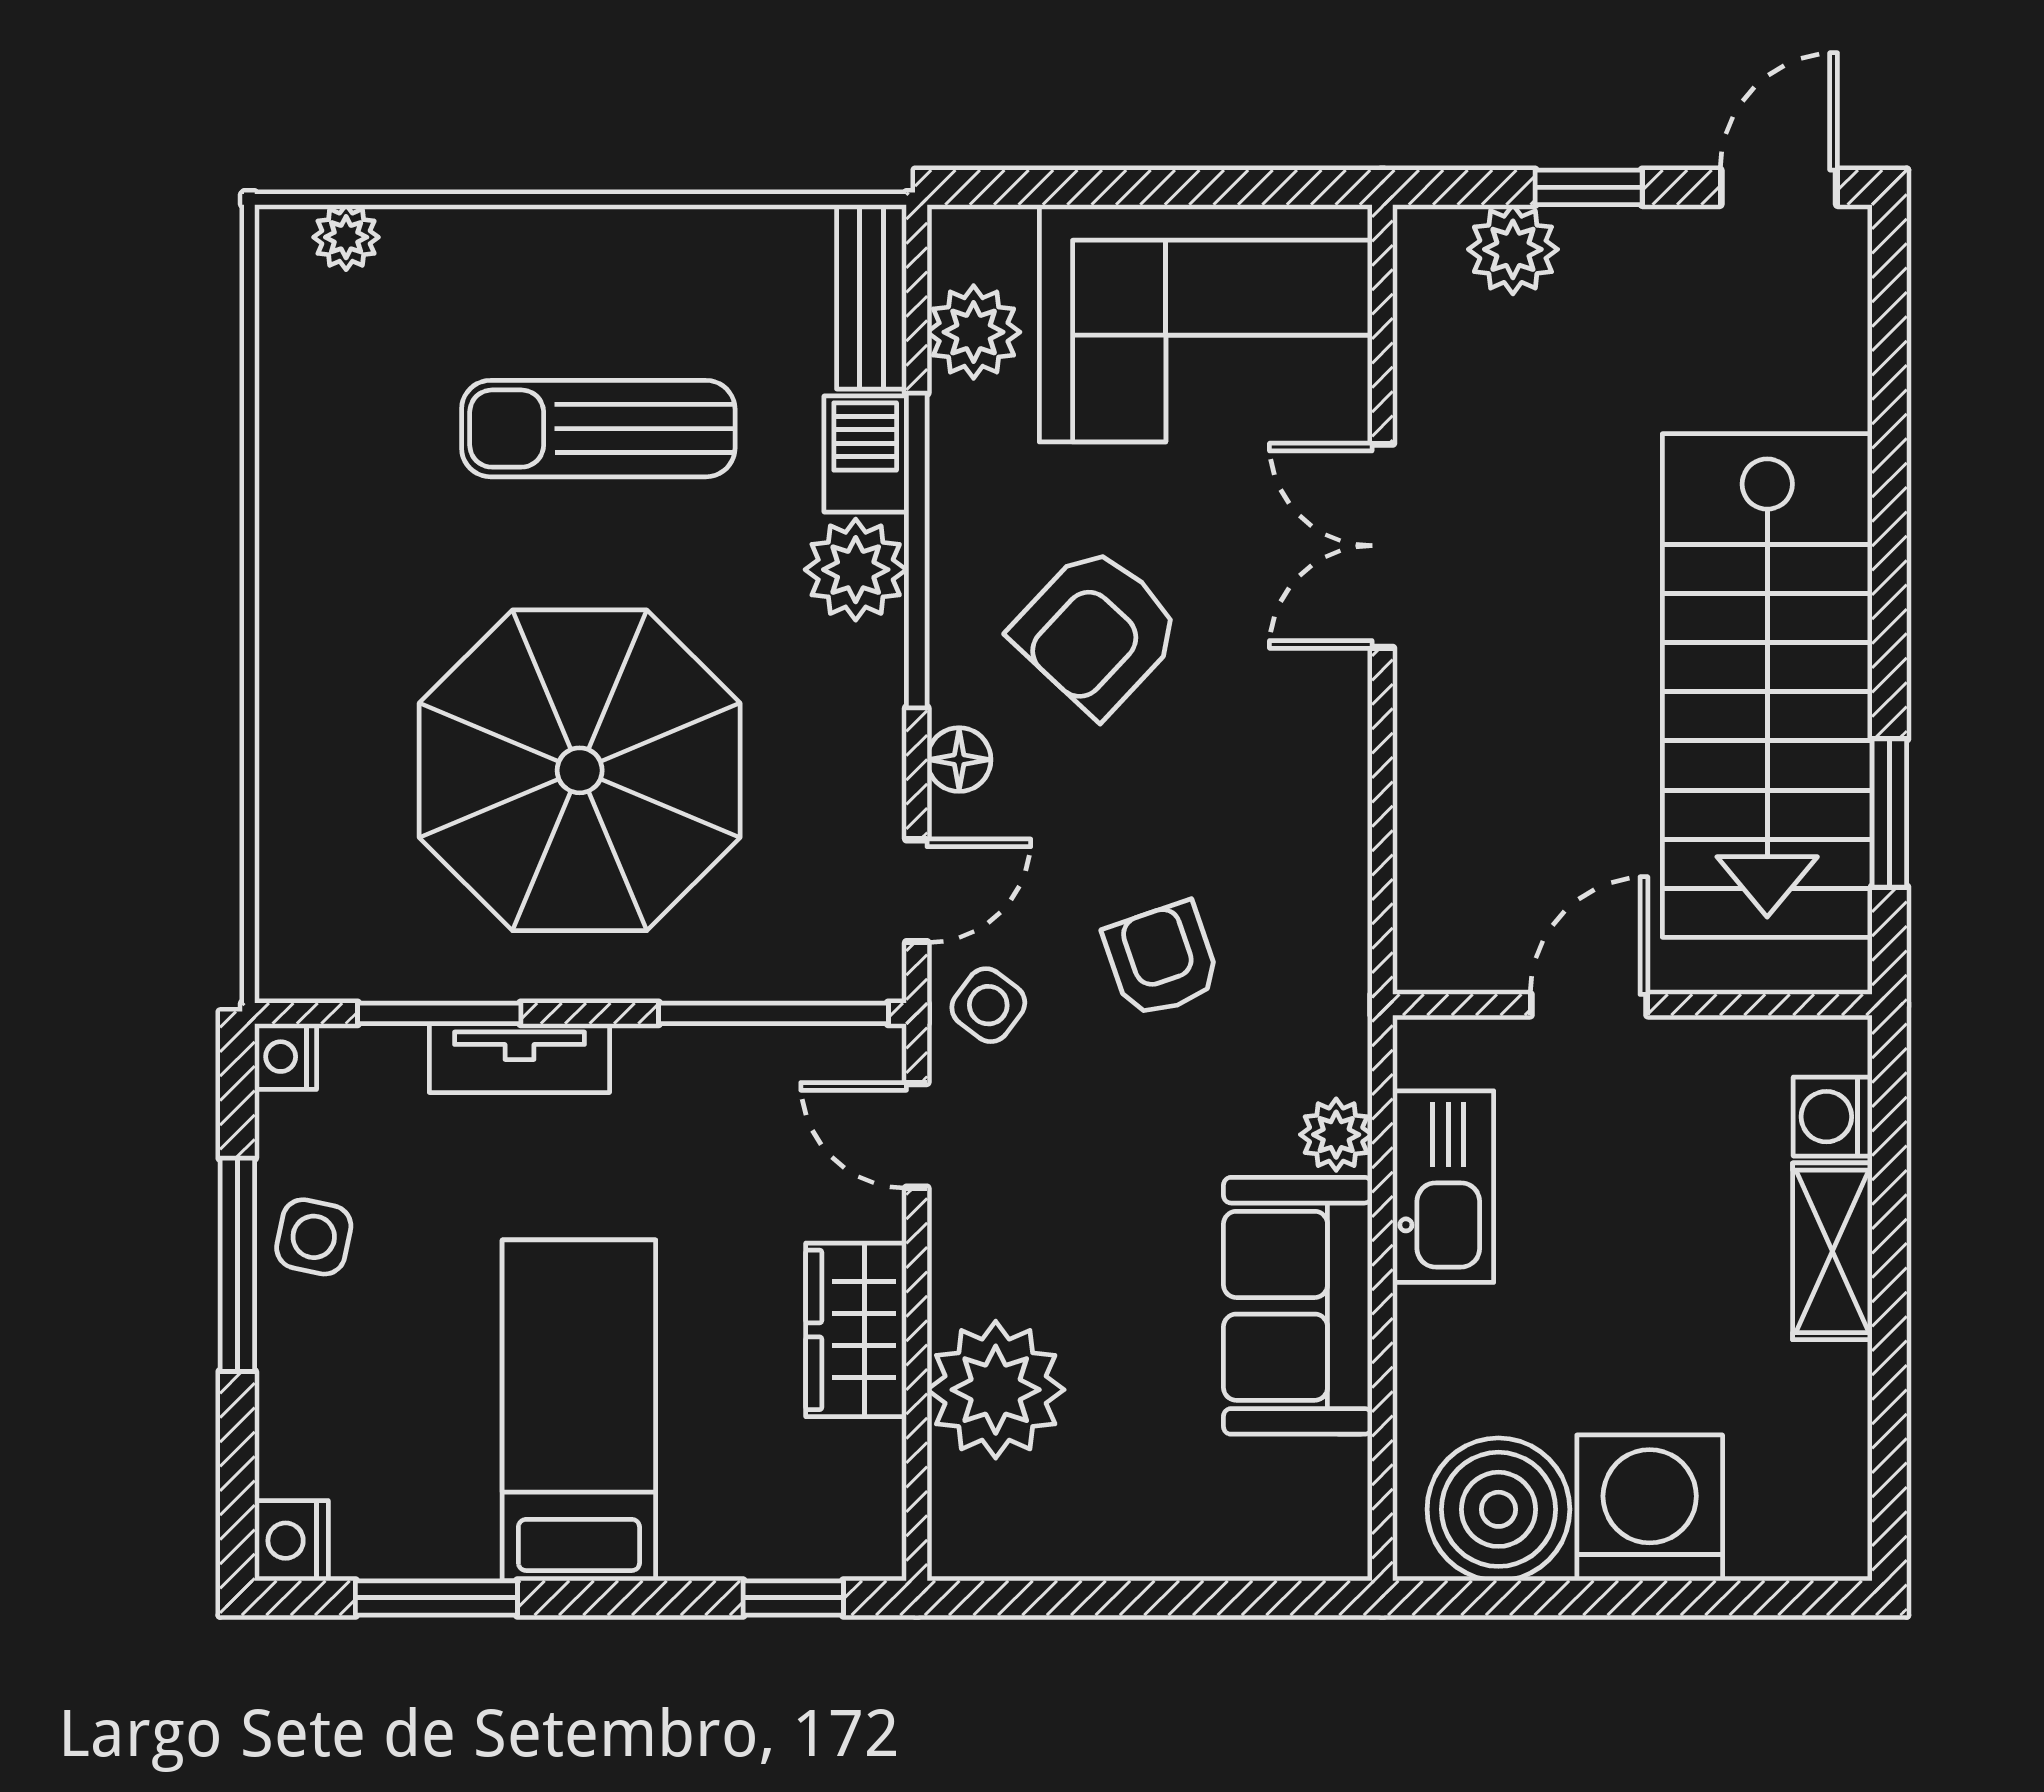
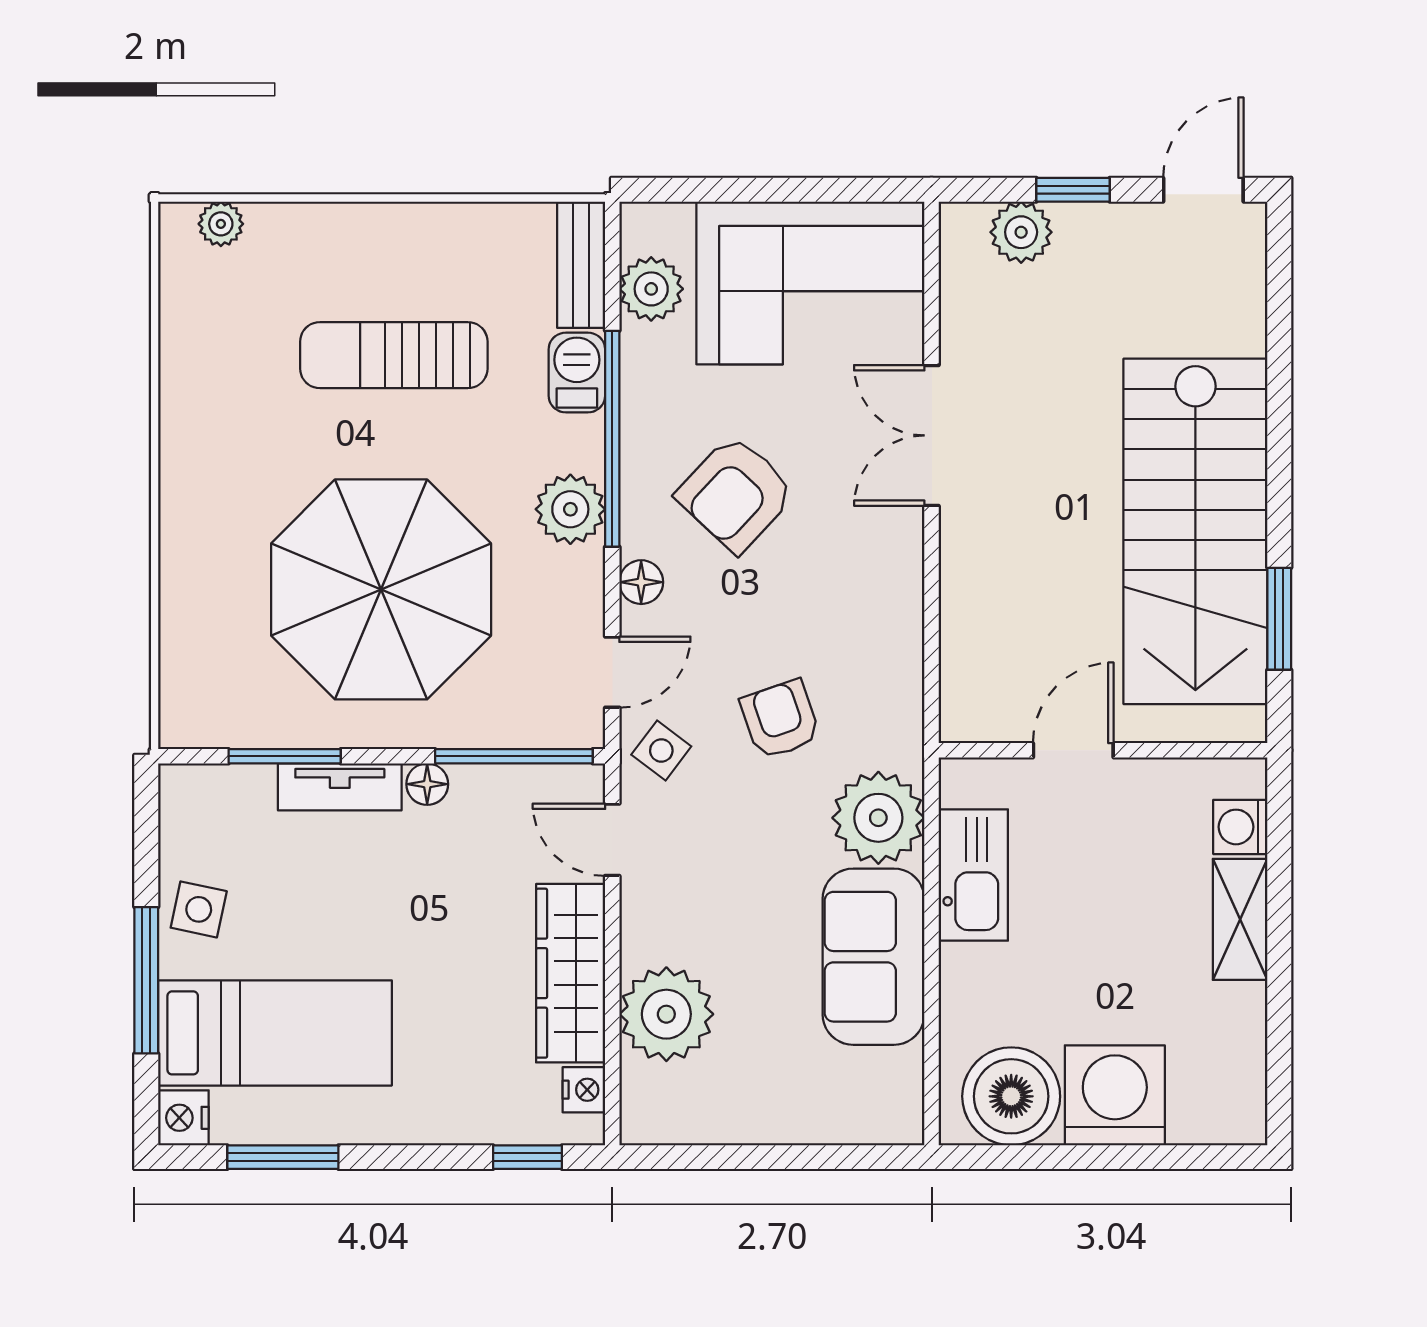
plant: (856, 570) -> (570, 509), moved
floor lamp: (647, 1054) -> (427, 784), added
nightstand: (286, 1057) -> (584, 1090), moved, turned 180
plant: (1336, 1135) -> (878, 818), width x1.87, depth x1.87
window: (237, 1265) -> (146, 980), moved
wardrobe: (856, 1330) -> (571, 973), width x1.50
bed: (579, 1410) -> (275, 1033), moved, turned 90

